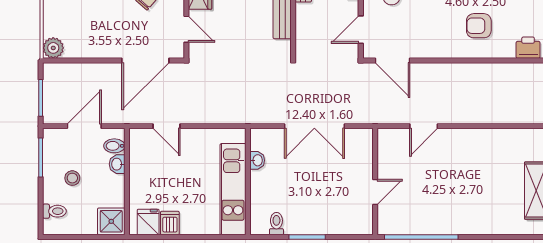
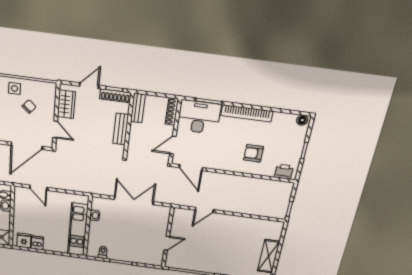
double door: (314, 126) -> (134, 200), swing flipped

